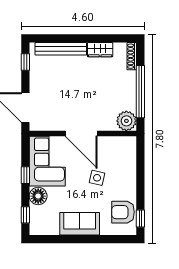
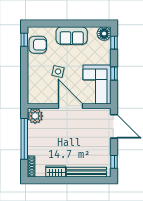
floor lamp: (38, 196) -> (104, 34), moved

